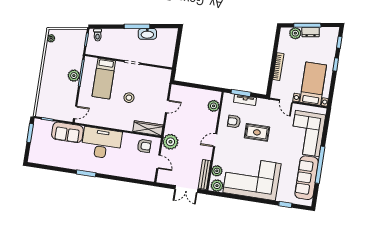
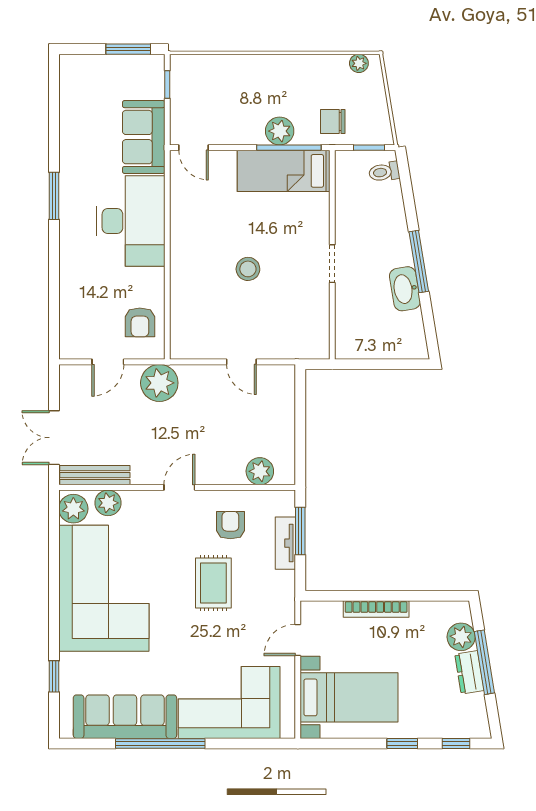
chair: (73, 53) -> (333, 121), added
bed: (104, 79) -> (284, 171), moved
wardrobe: (148, 128) -> (183, 325), removed
door: (215, 140) -> (179, 487), hinge flipped

